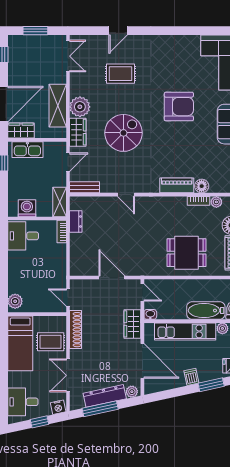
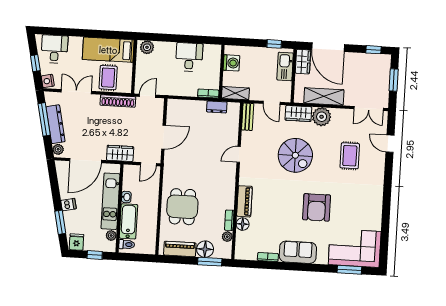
door: (118, 31) -> (390, 144), moved
desk: (23, 236) -> (189, 57), moved
washbasin: (150, 314) -> (126, 197), moved

